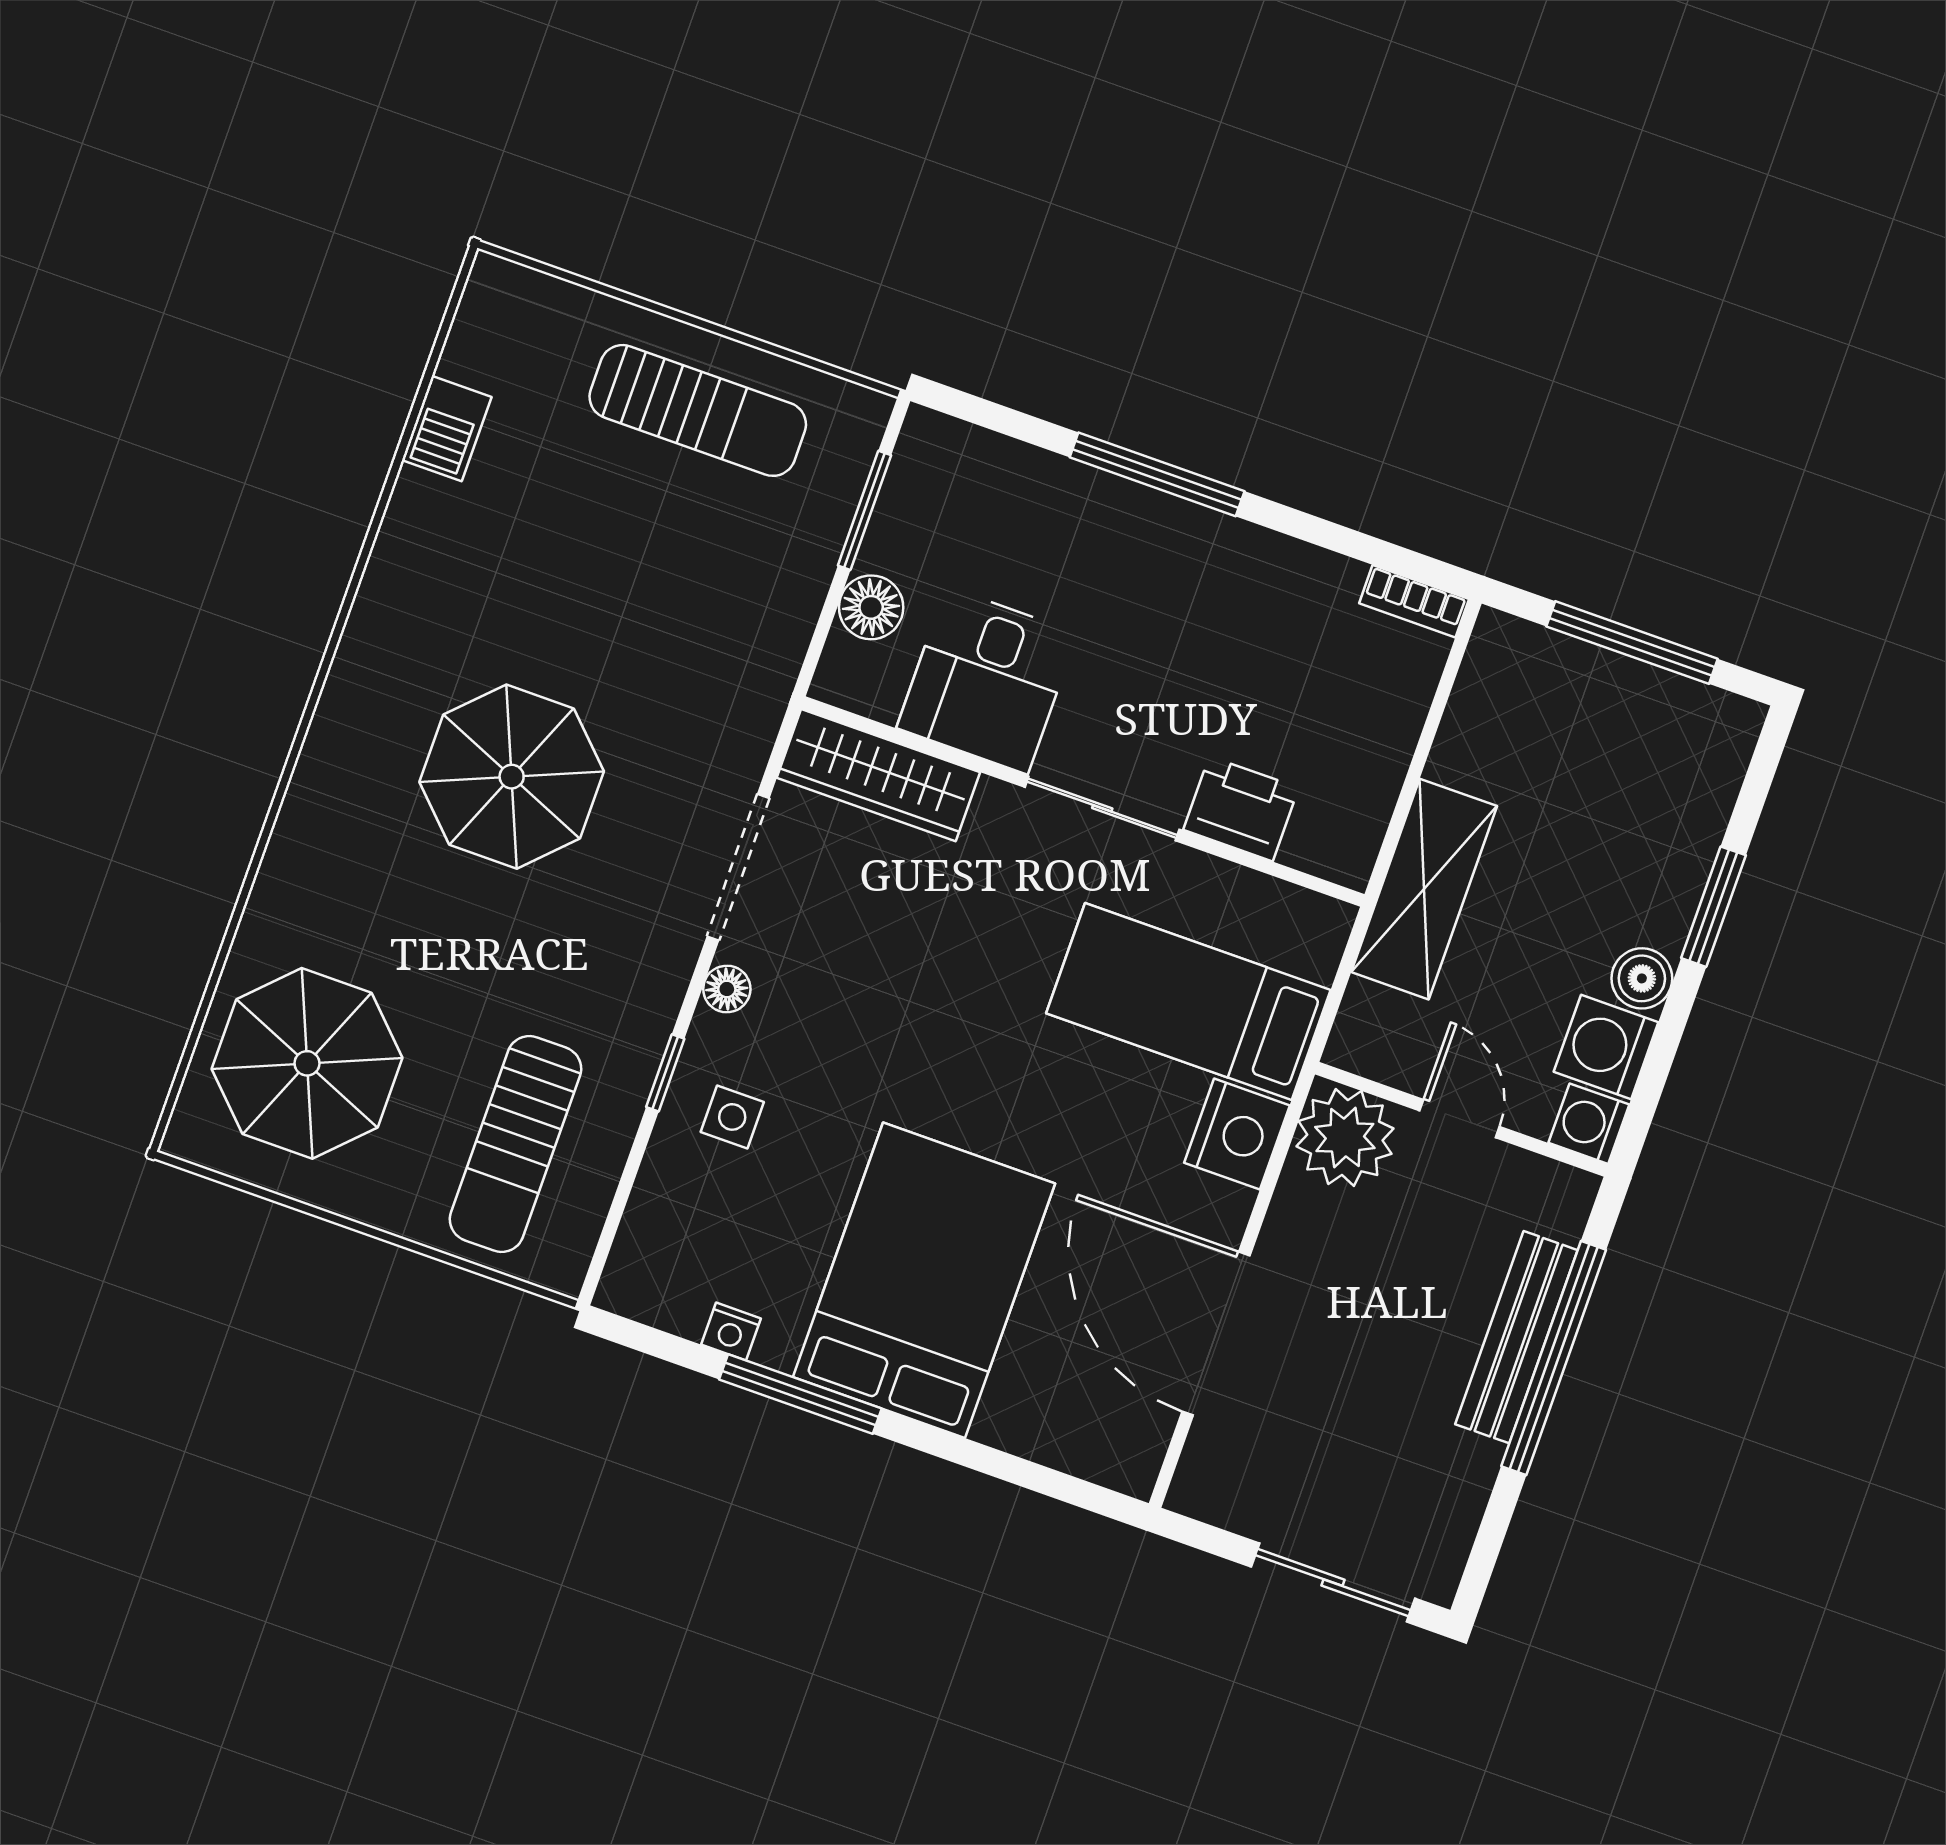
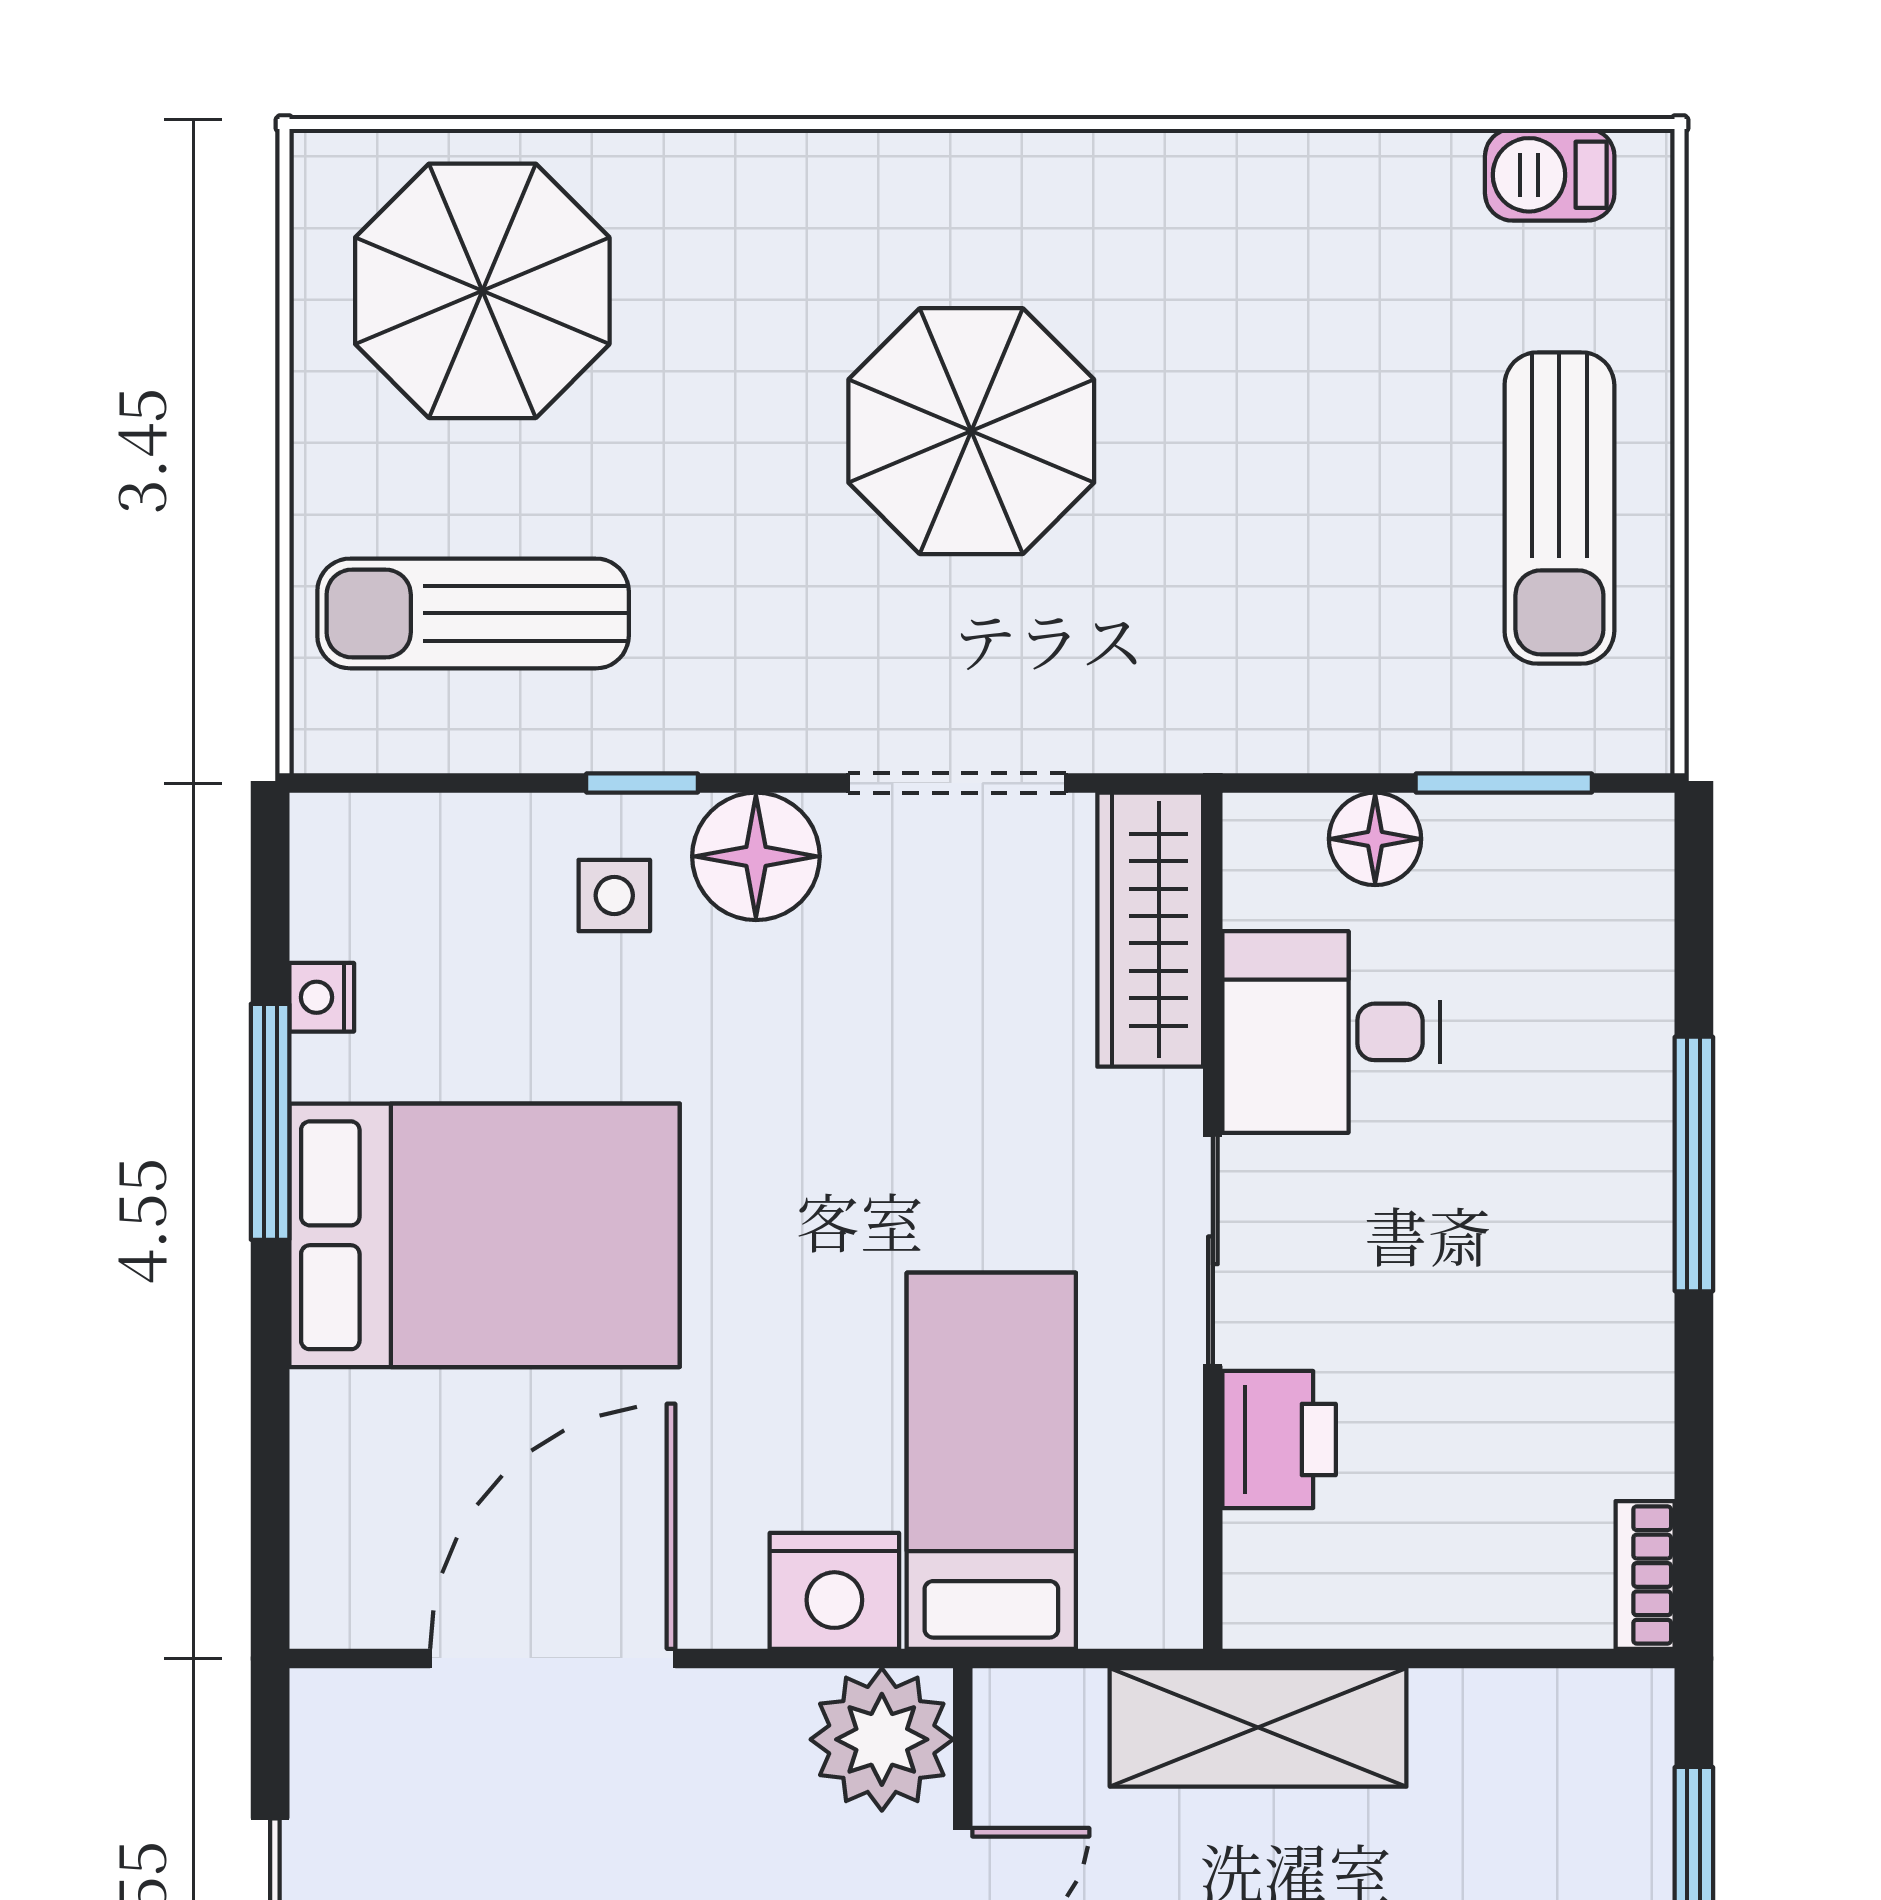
barbecue: (447, 428) -> (1550, 175), moved
floor lamp: (727, 989) -> (756, 856), width x1.89, depth x1.89

